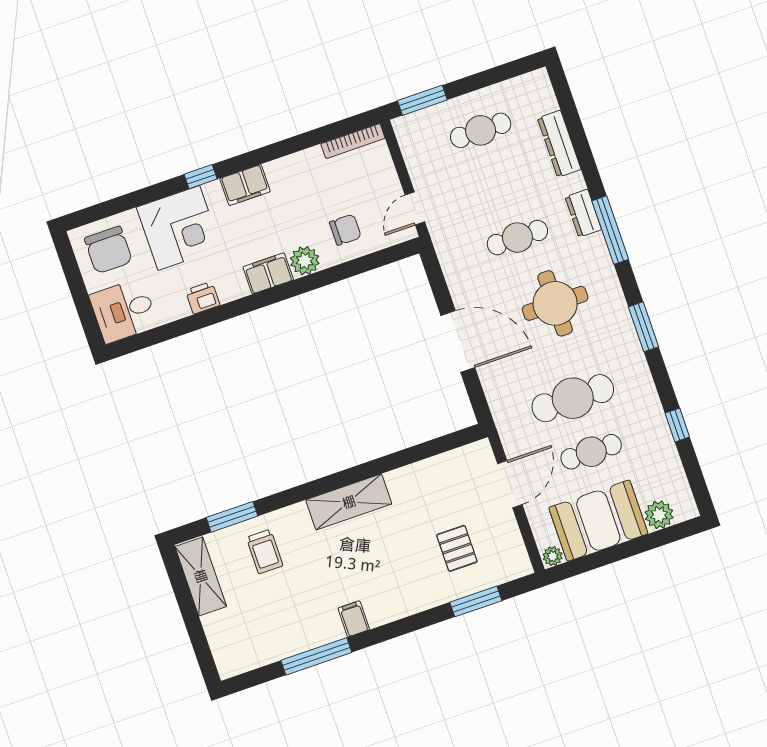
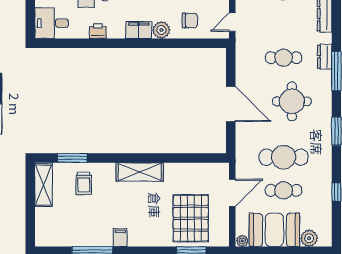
pallet: (457, 548) -> (191, 218), width x2.05, depth x2.00

